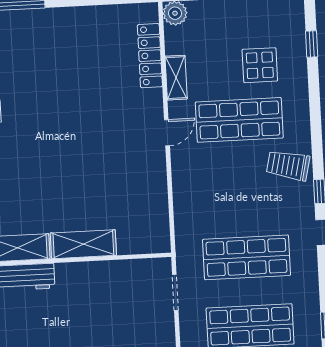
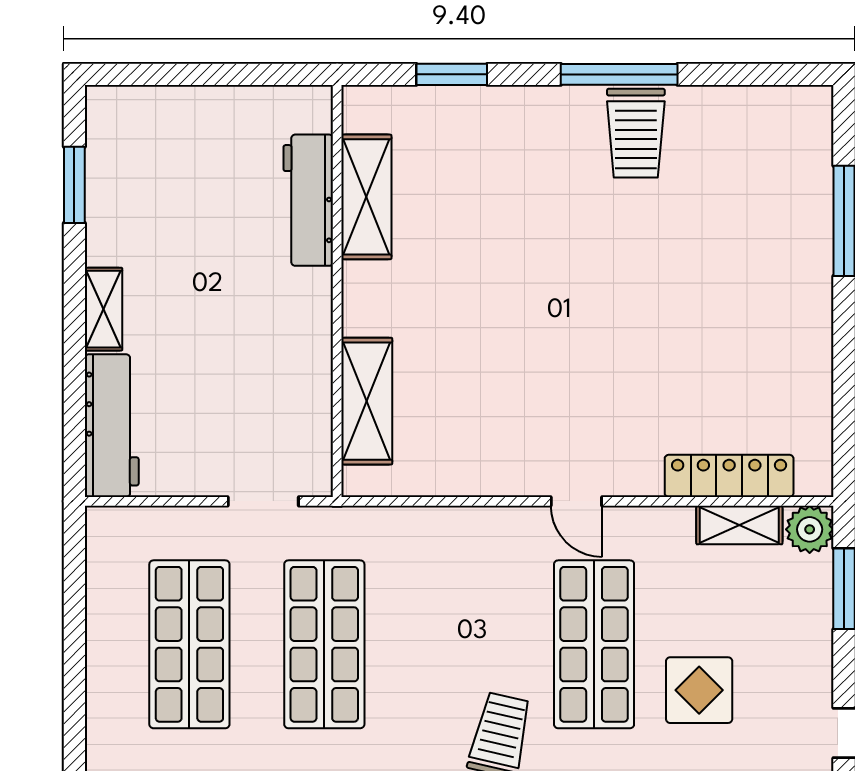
shelving: (176, 78) -> (739, 525), moved
shelving: (83, 244) -> (367, 401), moved

